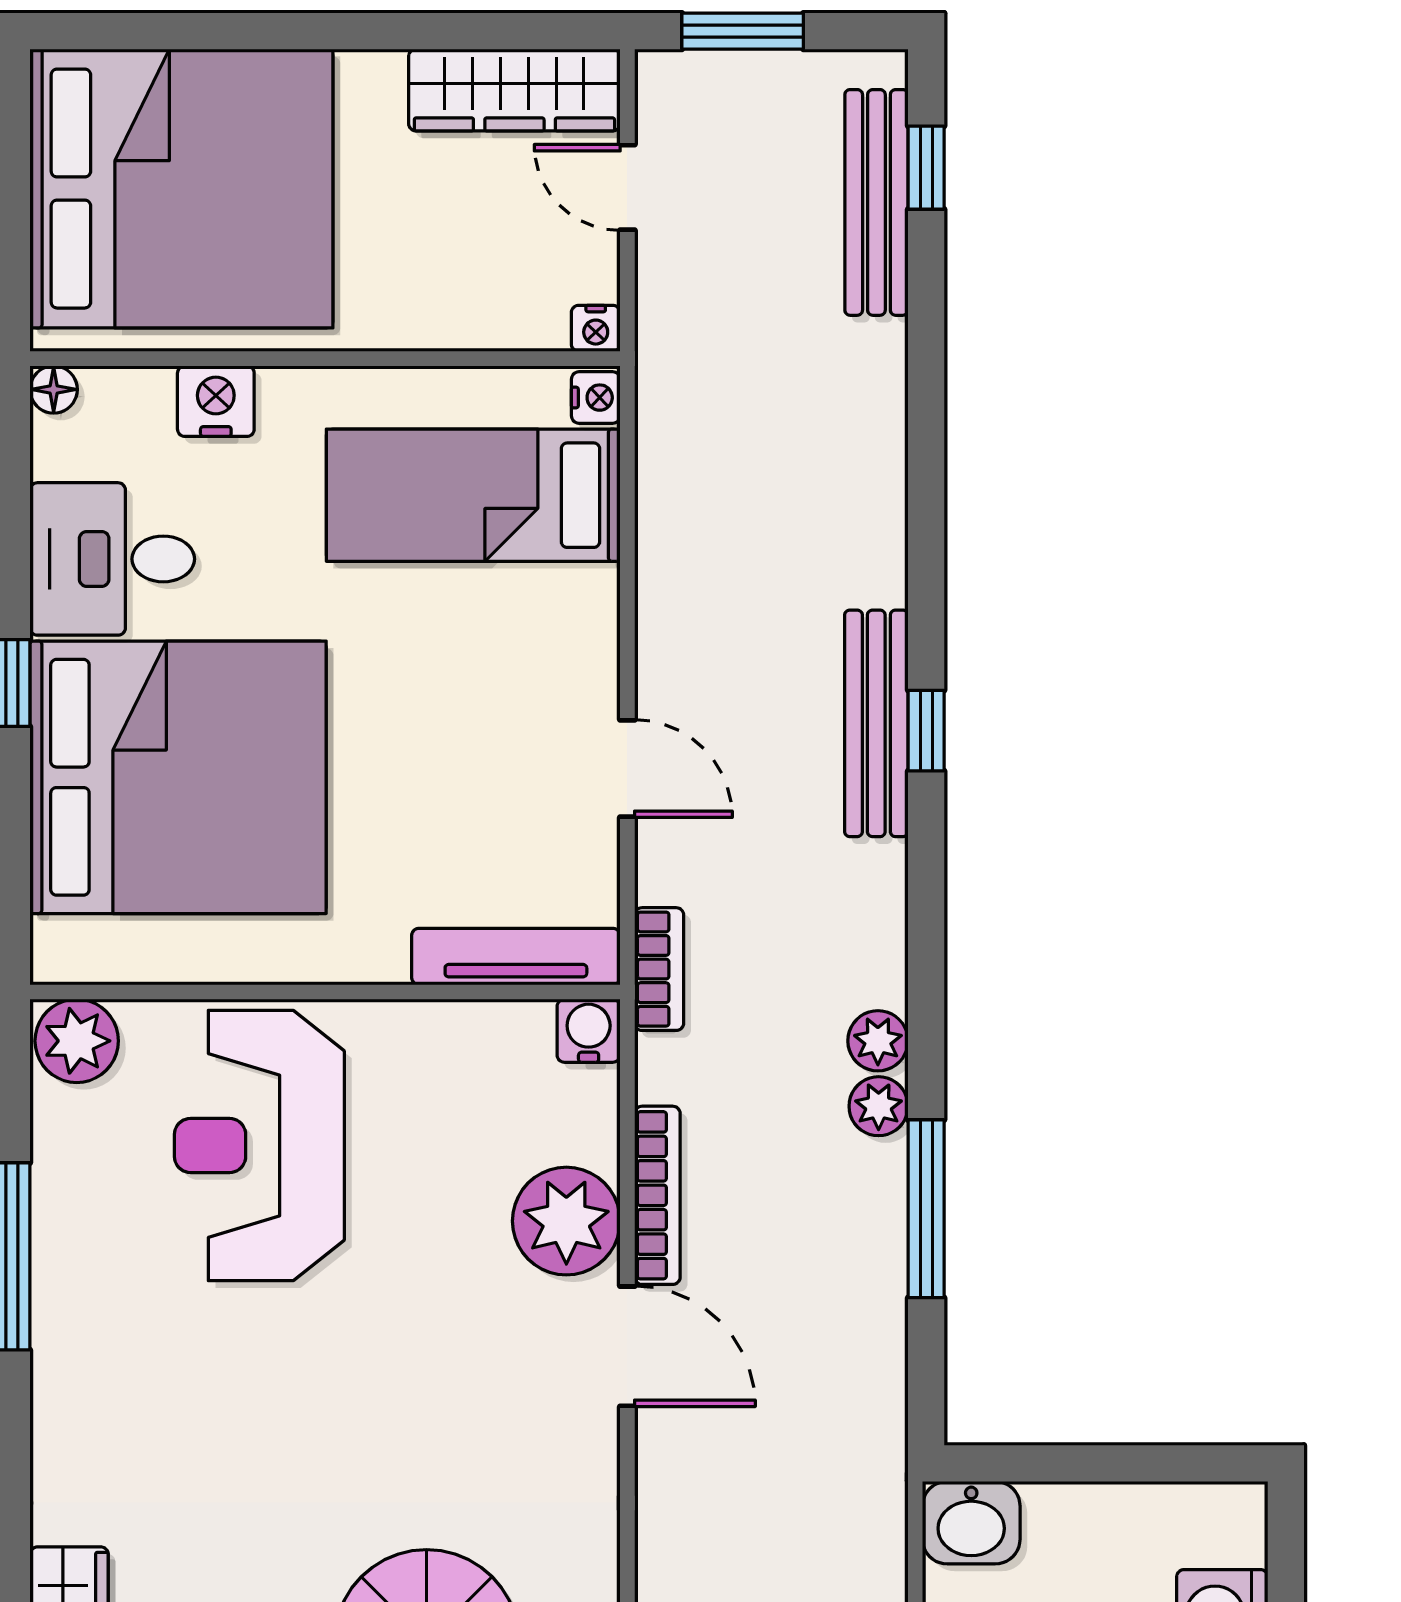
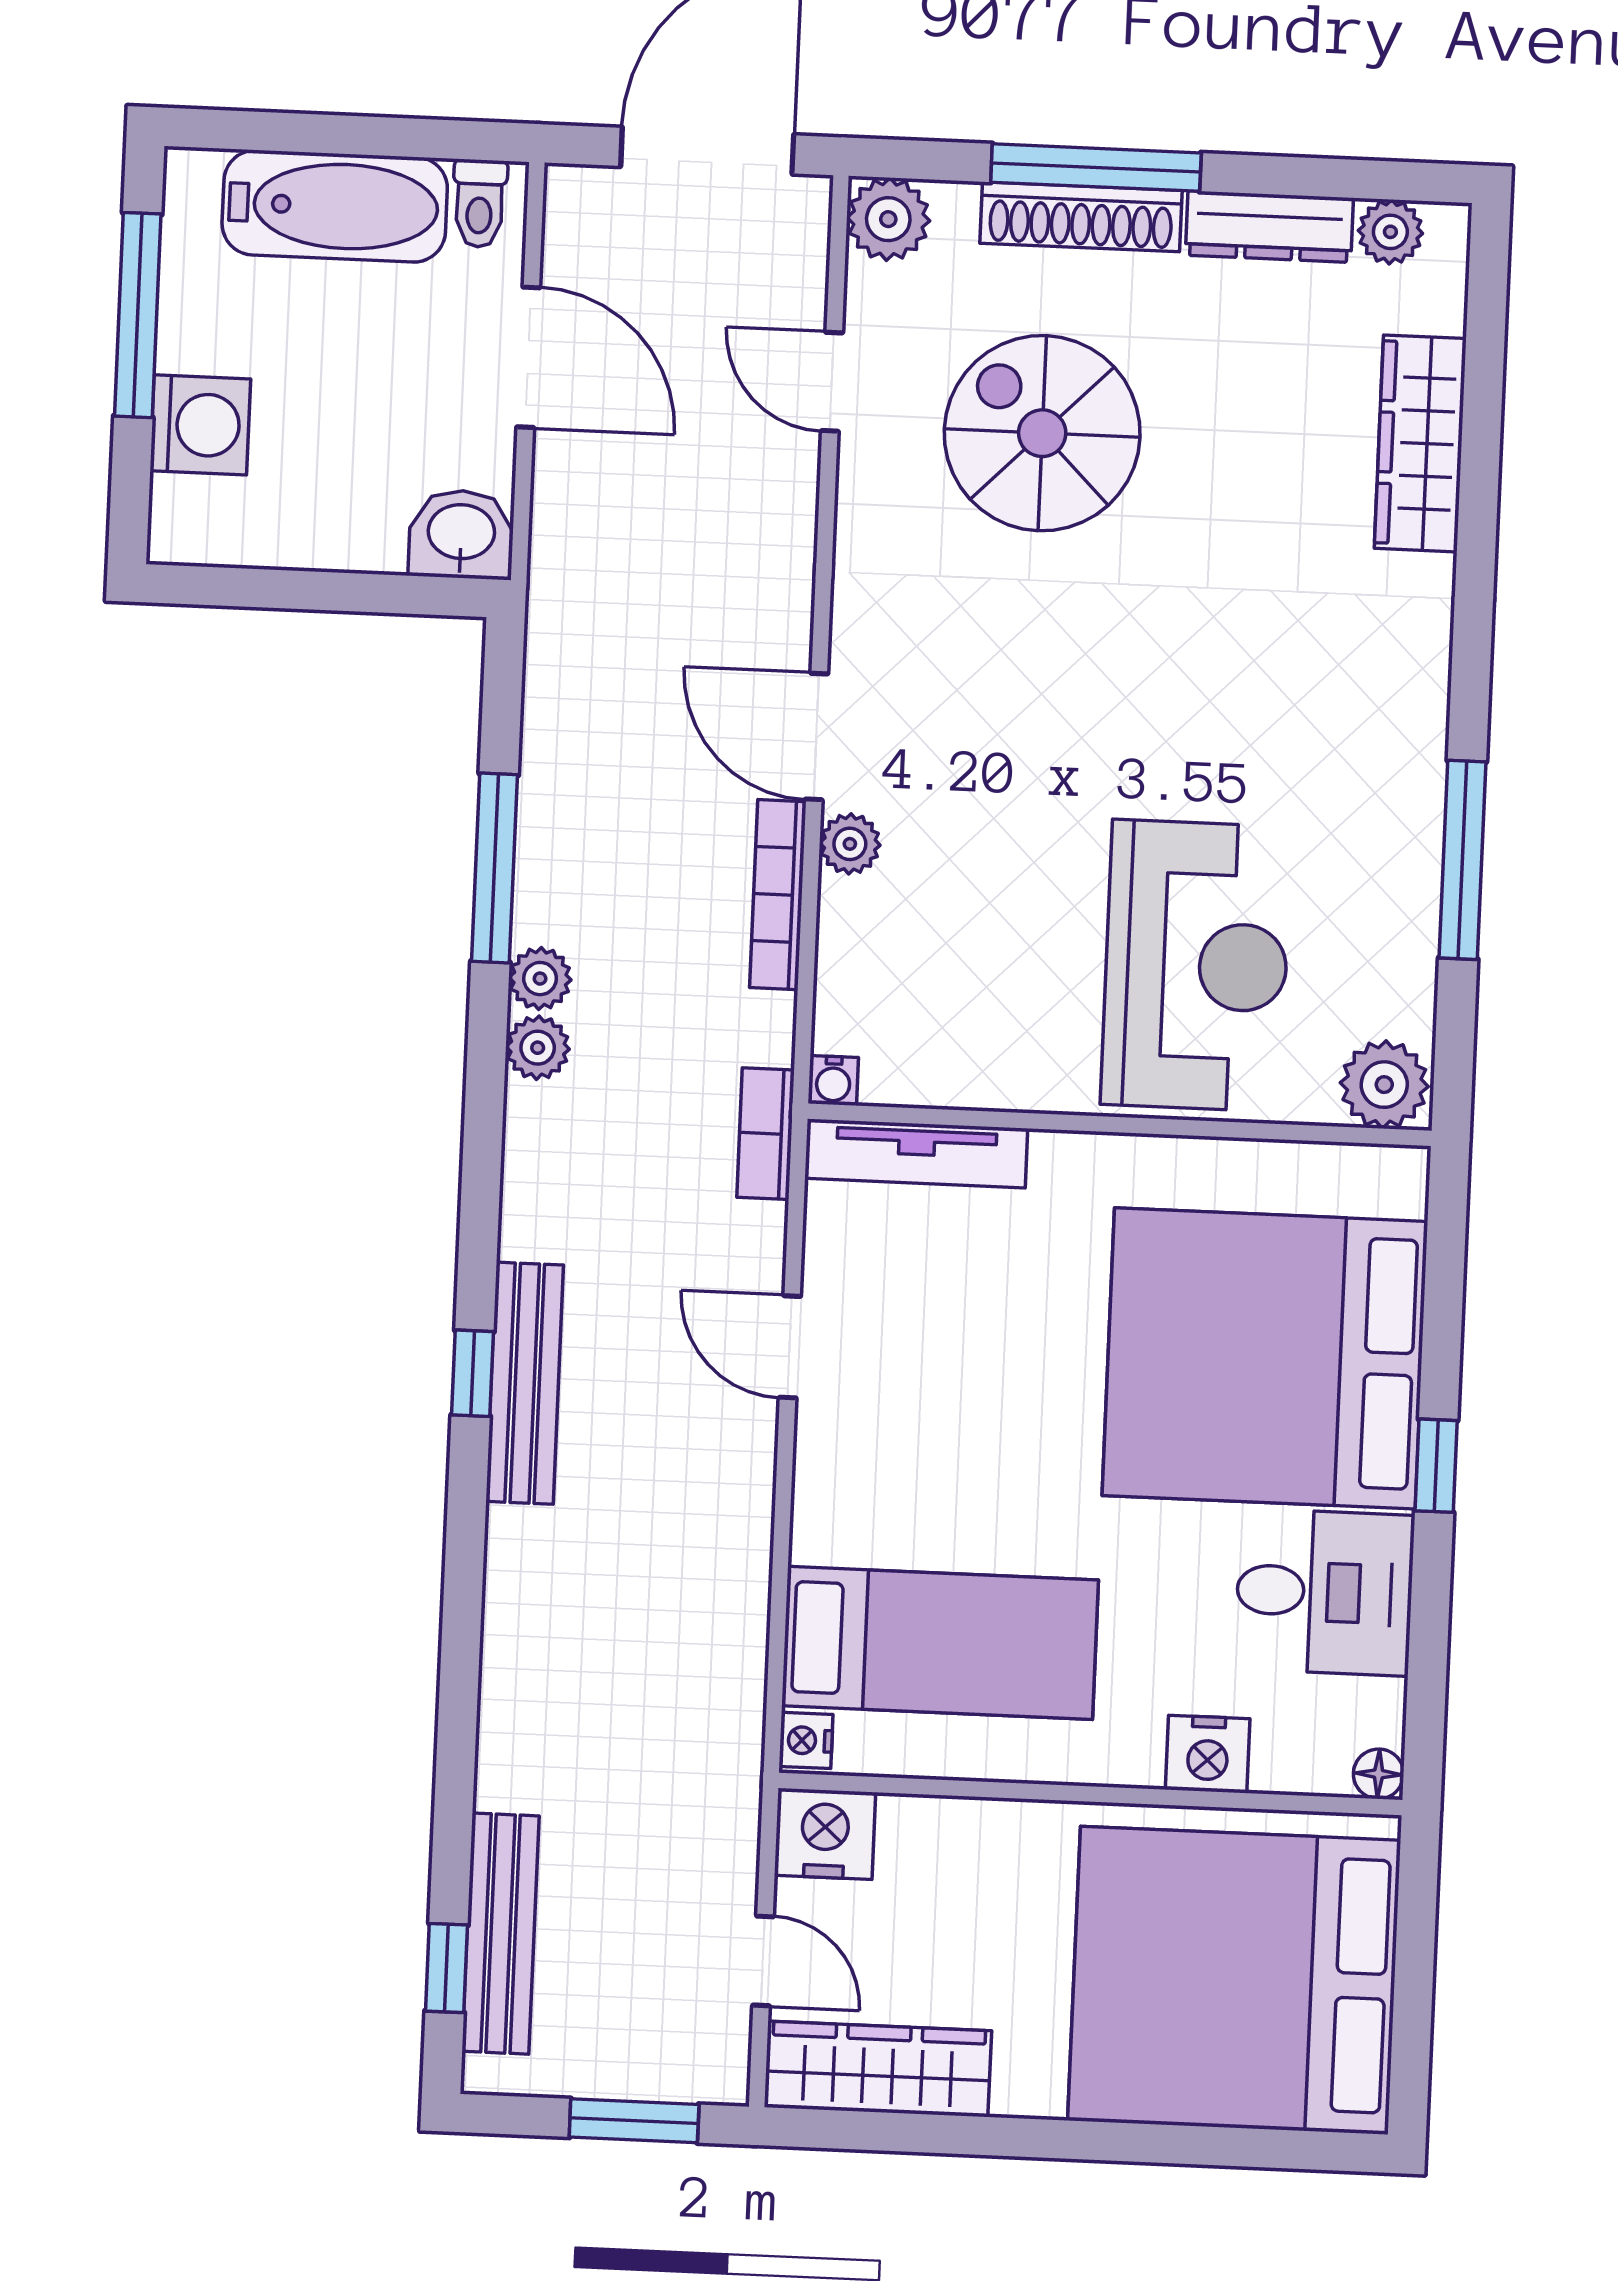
nightstand: (596, 328) -> (825, 1834), width x1.89, depth x1.79
water cooler: (589, 1031) -> (833, 1080), width x0.72, depth x0.72
plant: (566, 1221) -> (850, 844), width x0.53, depth x0.53

